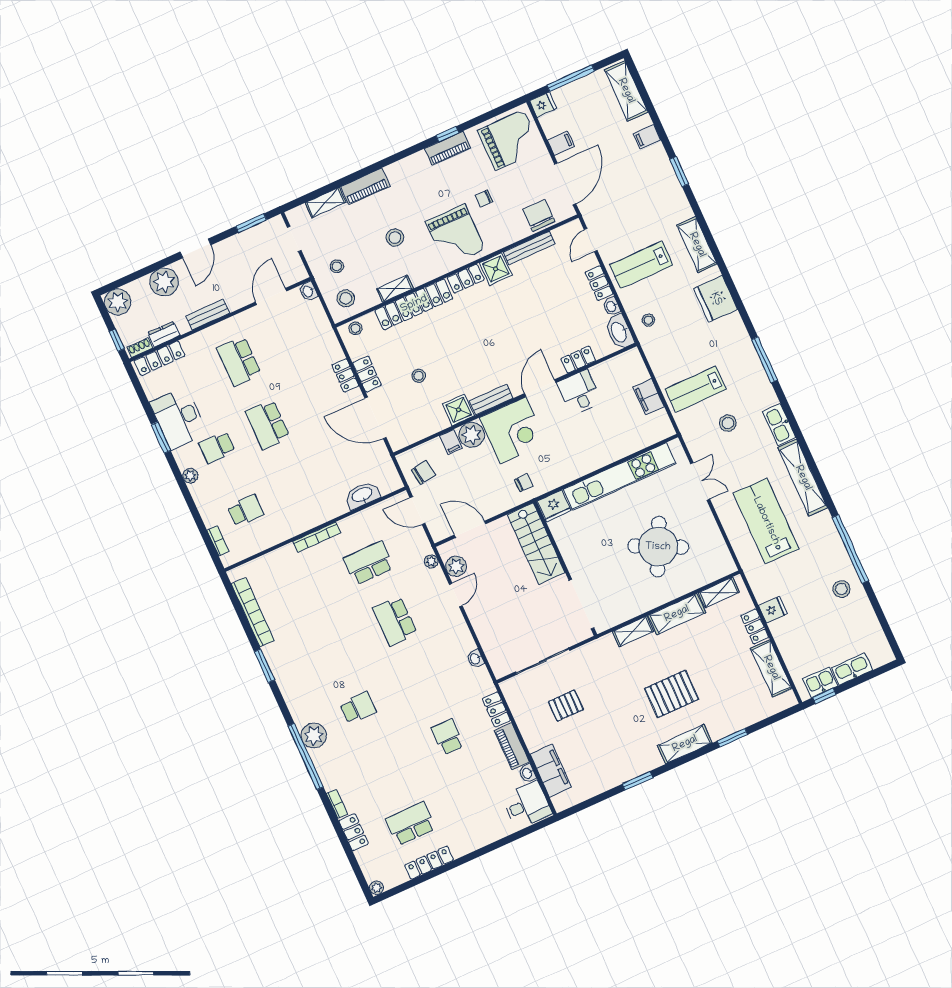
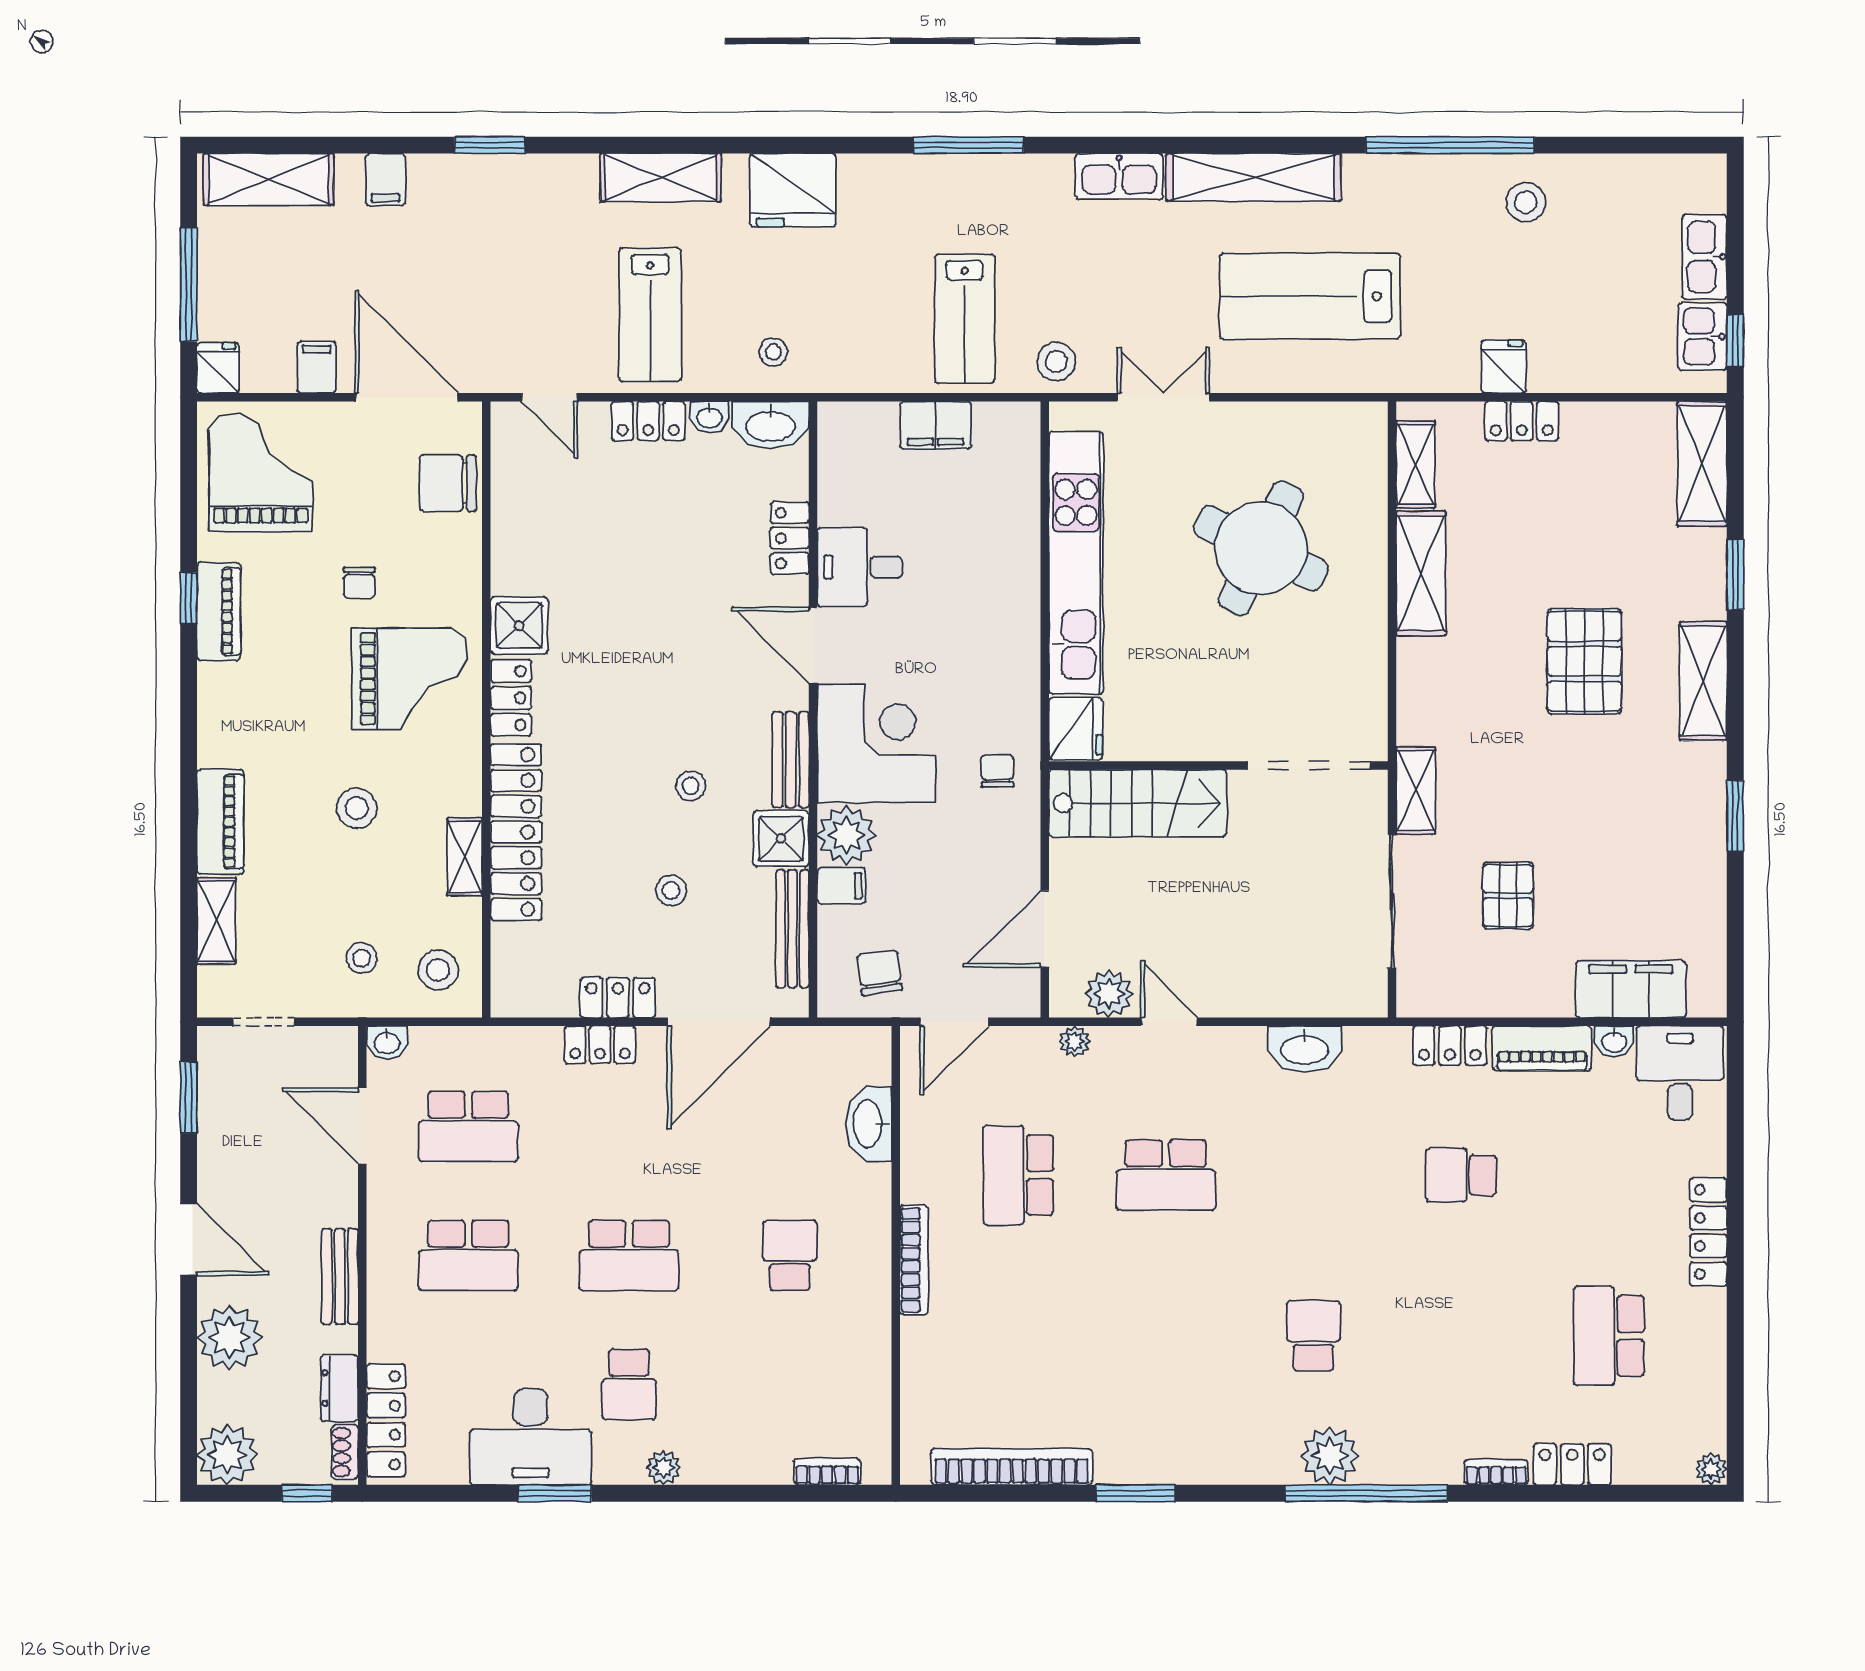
bench: (529, 248) -> (792, 929), moved
stool: (355, 328) -> (691, 786), moved
school desk: (290, 338) -> (468, 1126), added
stool: (728, 423) -> (1056, 362), moved
school desk: (246, 511) -> (790, 1255), moved
shelving: (633, 631) -> (1416, 790), moved
washbasin: (475, 659) -> (1305, 1049), width x1.91, depth x1.45
shelving: (771, 668) -> (1702, 464), moved, turned 90
locker: (429, 863) -> (1708, 1232), moved

